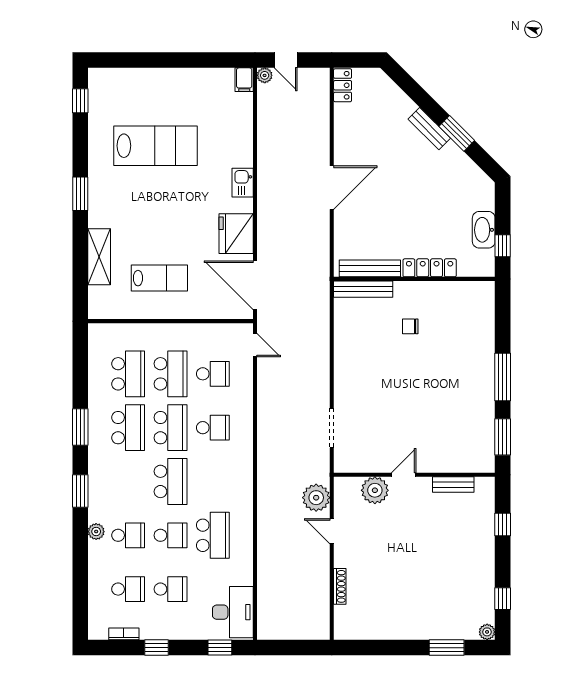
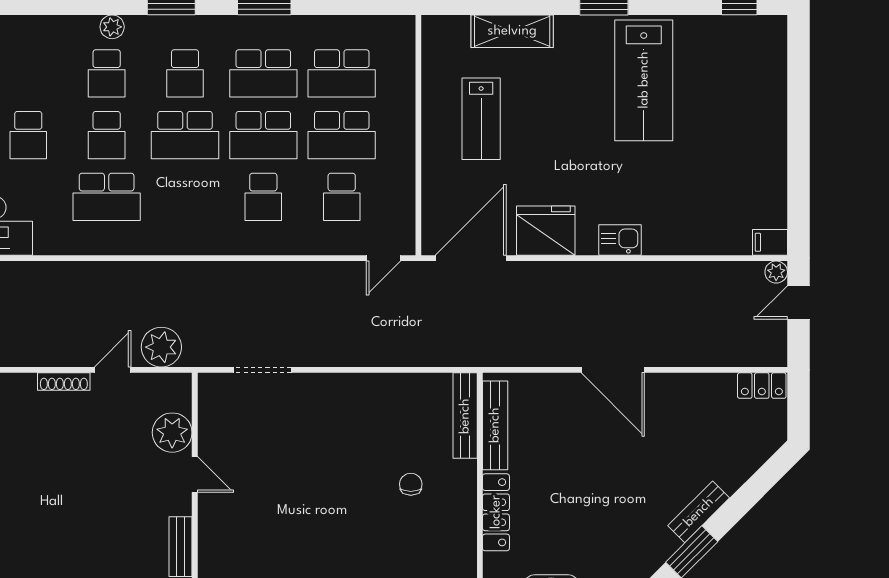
lab bench: (155, 146) -> (644, 80), moved
shoe rack: (340, 586) -> (64, 382), moved
school desk: (128, 589) -> (185, 73), moved

